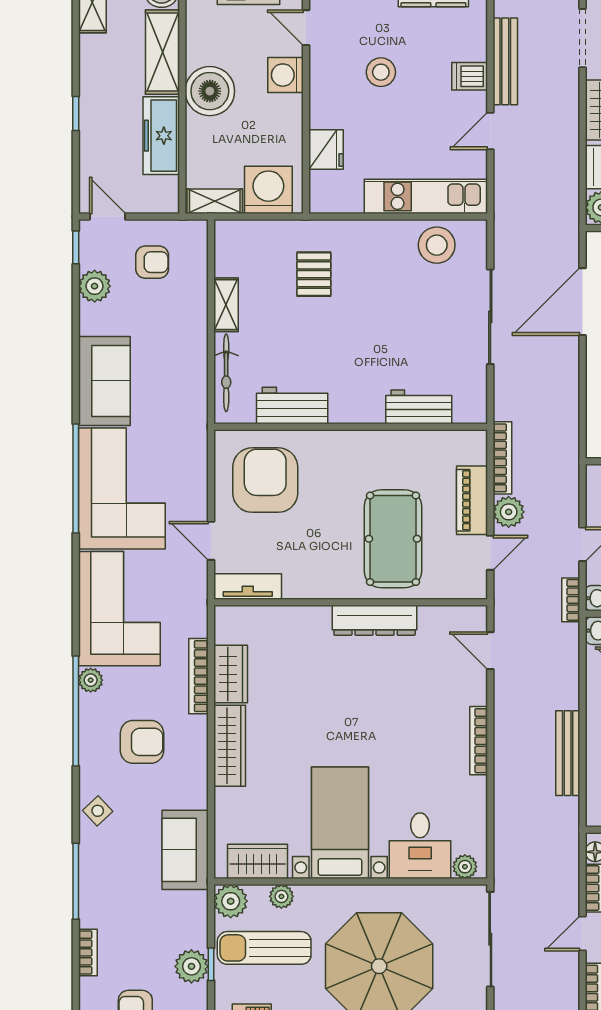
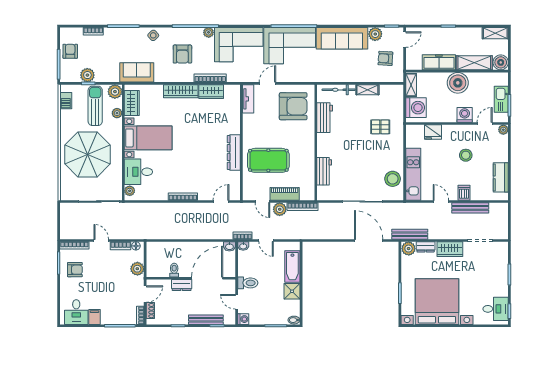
armchair: (152, 262) -> (385, 58), turned 94
sofa: (104, 381) -> (342, 38), width x1.36
bench: (568, 753) -> (410, 234), moved

